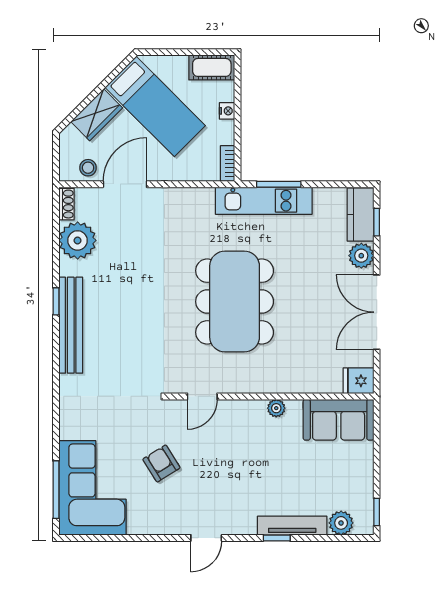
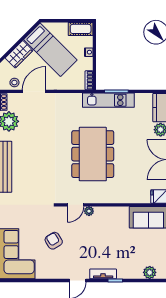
plant: (276, 408) -> (89, 211), moved
tv unit: (292, 526) -> (103, 274), moved, width x0.71

